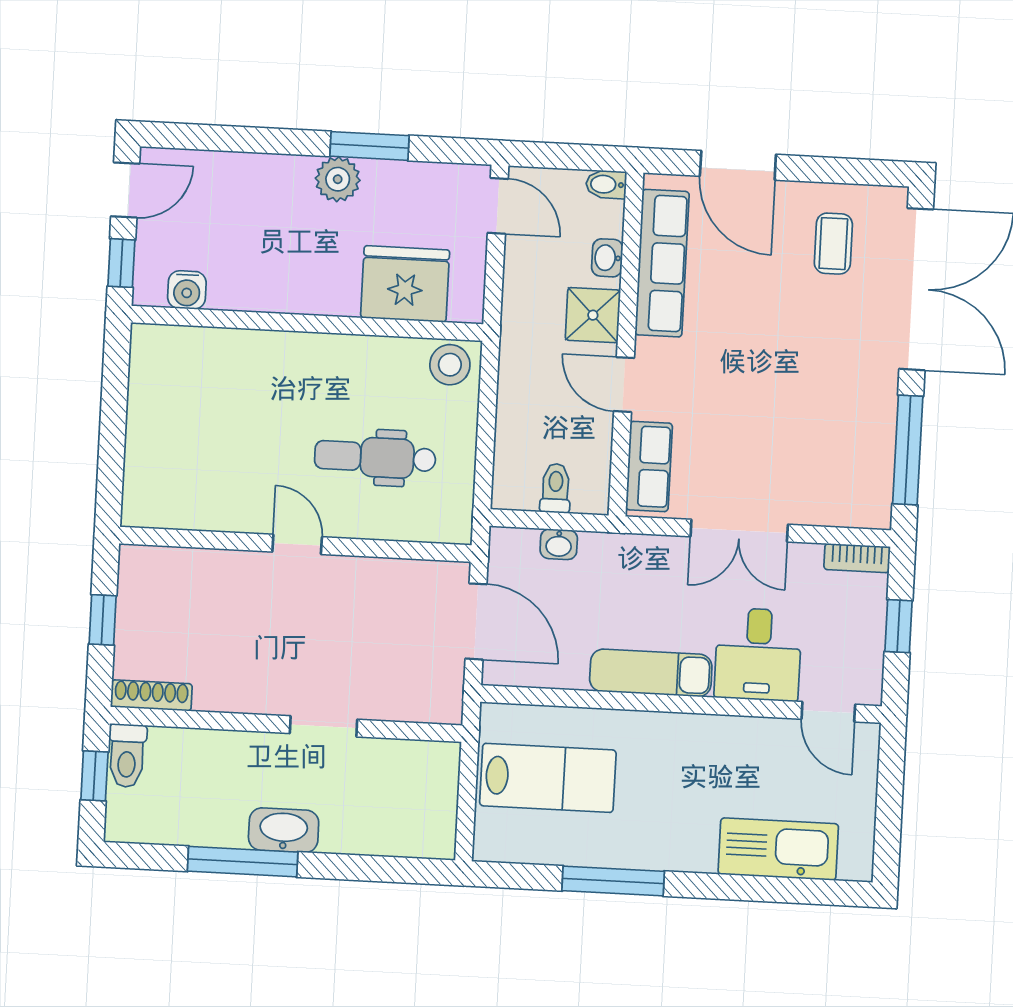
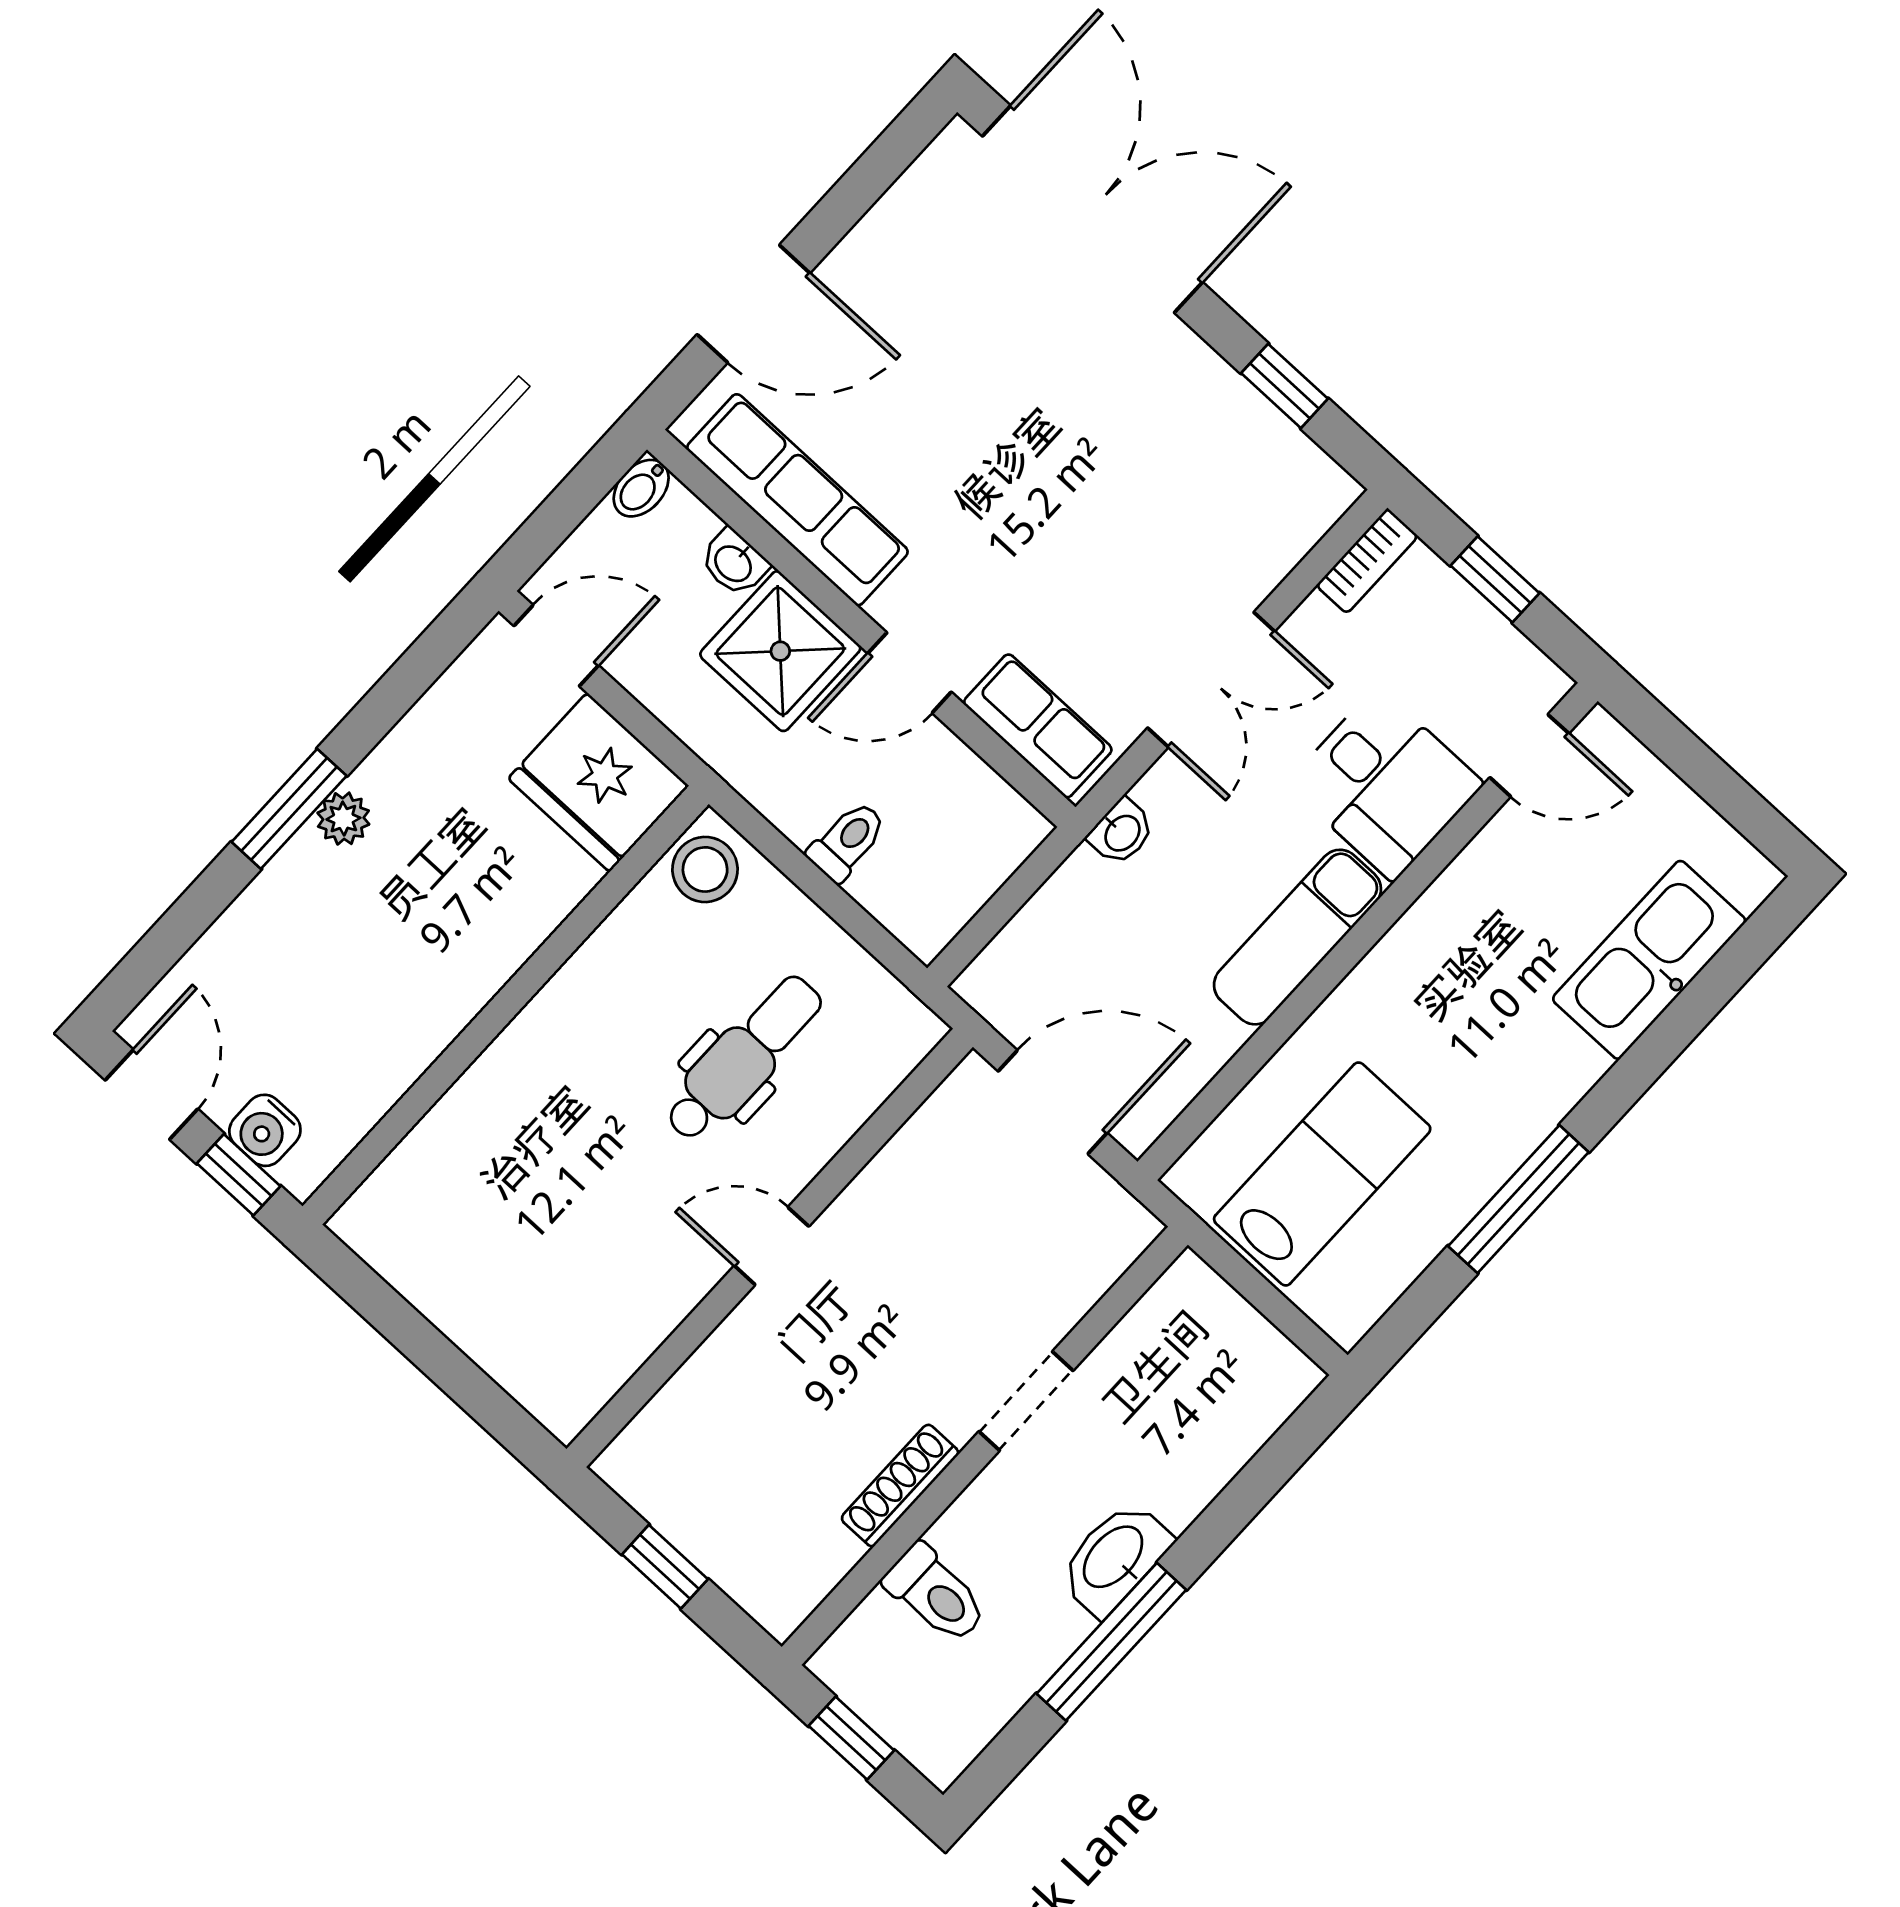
window: (370, 146) -> (289, 809), moved
plant: (338, 179) -> (343, 819), width x0.73, depth x0.73
coffee table: (833, 244) -> (950, 266), removed
fridge: (405, 284) -> (598, 782), moved, turned -90
water cooler: (187, 290) -> (265, 1130), moved, turned 90
shower: (593, 315) -> (780, 651), width x1.36, depth x1.36
window: (908, 450) -> (1285, 386), width x0.46
dental chair: (375, 457) -> (743, 1059), turned 180
toilet: (556, 488) -> (847, 841), moved, turned 90
washbasin: (559, 544) -> (1121, 832), moved
shoe rack: (151, 695) -> (900, 1486), moved
toilet: (127, 756) -> (936, 1594), moved

